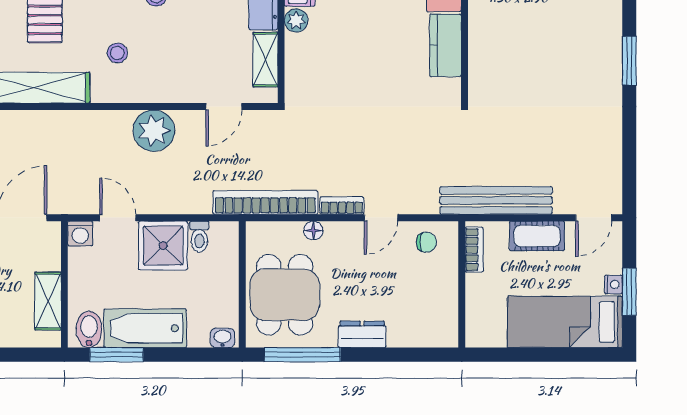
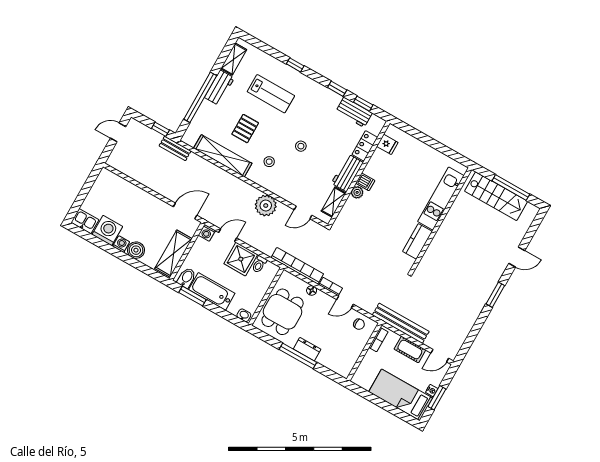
door: (118, 218) -> (228, 235), hinge flipped
shelving: (48, 301) -> (173, 254), width x1.50, depth x1.33
window: (302, 355) -> (298, 356), moved

